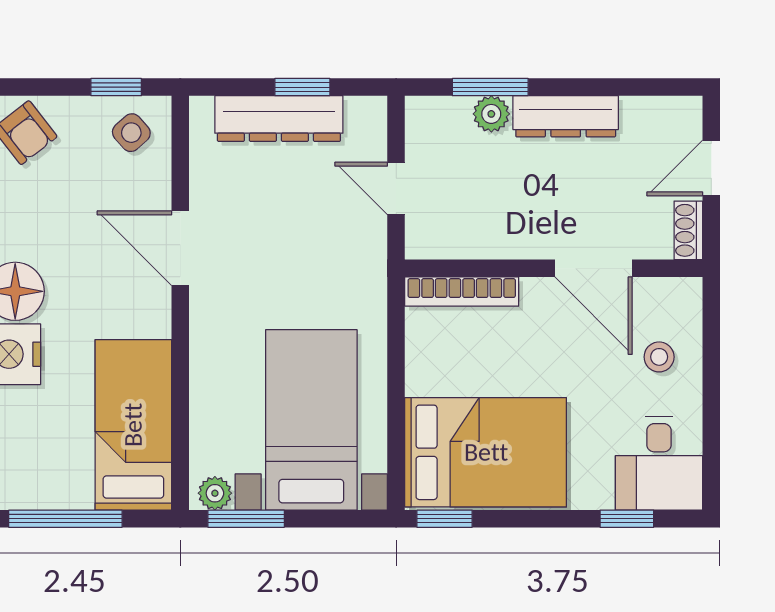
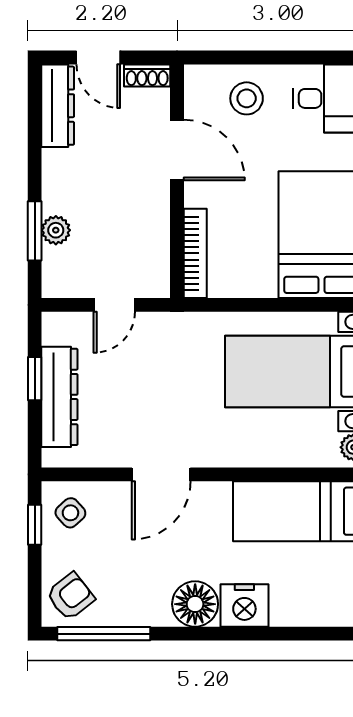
dresser: (566, 116) -> (58, 106), moved
door: (593, 268) -> (177, 150), hinge flipped
stool: (659, 357) -> (247, 98), width x1.37, depth x1.37

